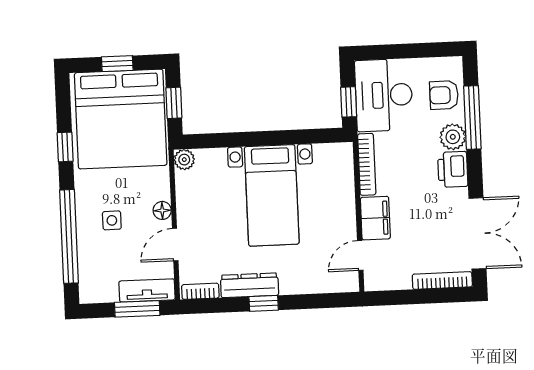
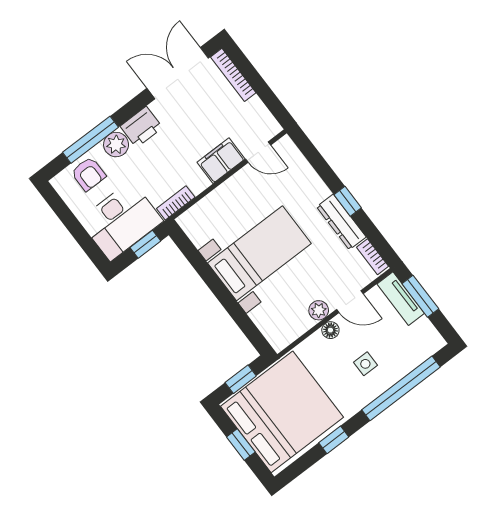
plant: (184, 160) -> (319, 310), moved
bookcase: (367, 164) -> (176, 203), width x0.64

